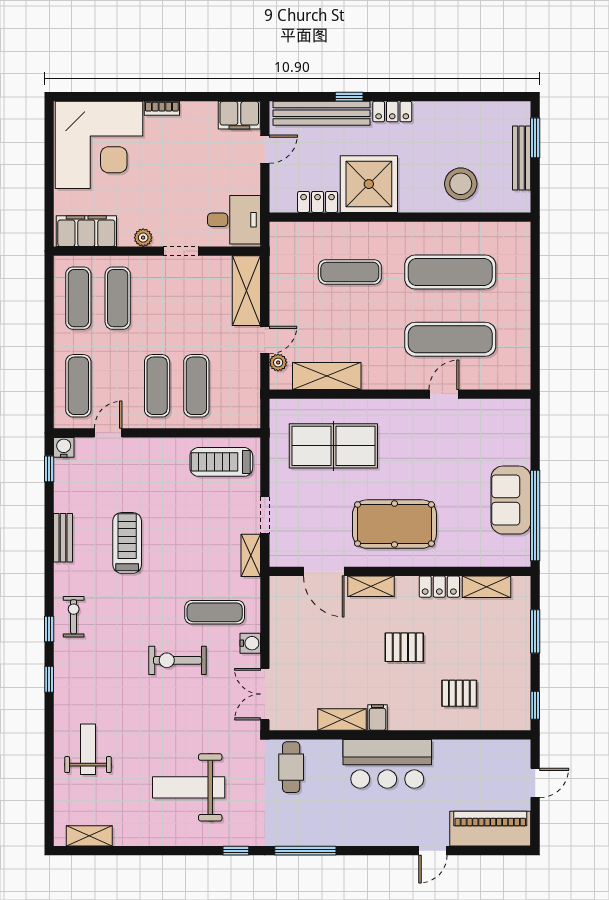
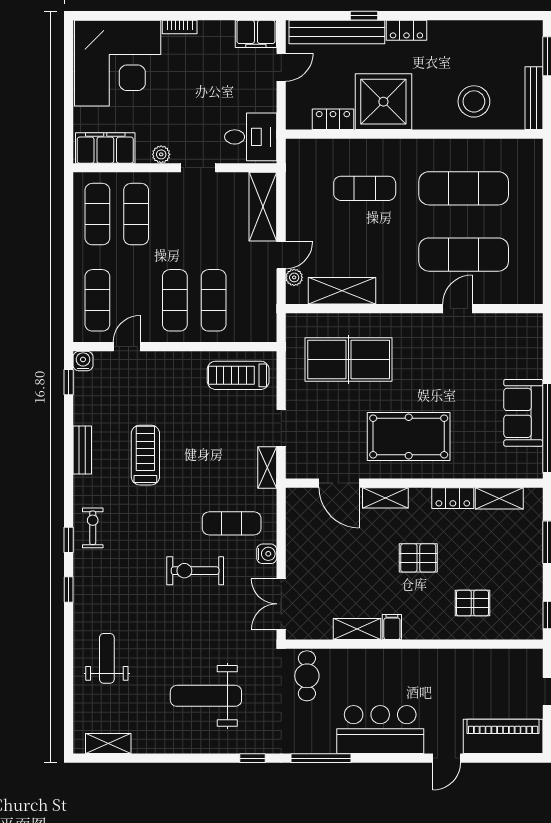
bench: (522, 158) -> (534, 98), moved
bar counter: (387, 764) -> (380, 730), moved, turned 180

